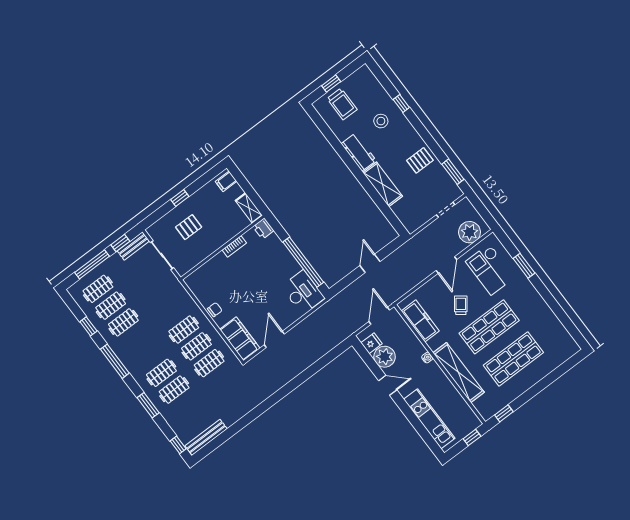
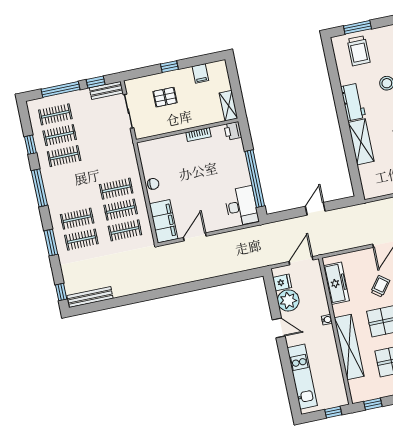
window: (331, 84) -> (357, 27), width x1.50
filing cabinet: (226, 181) -> (200, 73), moved, turned -90

